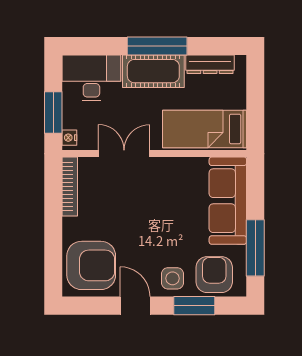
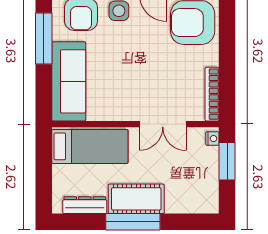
desk: (91, 78) -> (192, 193), removed

